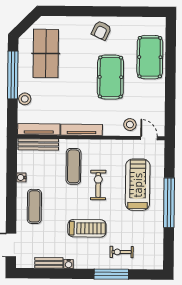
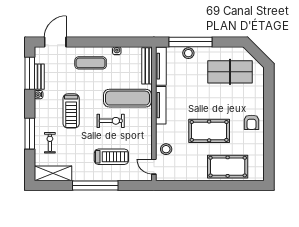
armchair: (101, 30) -> (251, 122), turned -115
window: (13, 75) -> (191, 42), moved
door: (149, 138) -> (154, 167), swing flipped
exercise mat: (73, 166) -> (127, 98), width x1.36, depth x1.45
treadmill: (138, 185) -> (111, 157), width x0.73, depth x0.73
shelving: (155, 249) -> (53, 173), added
window: (45, 273) -> (30, 73), added

